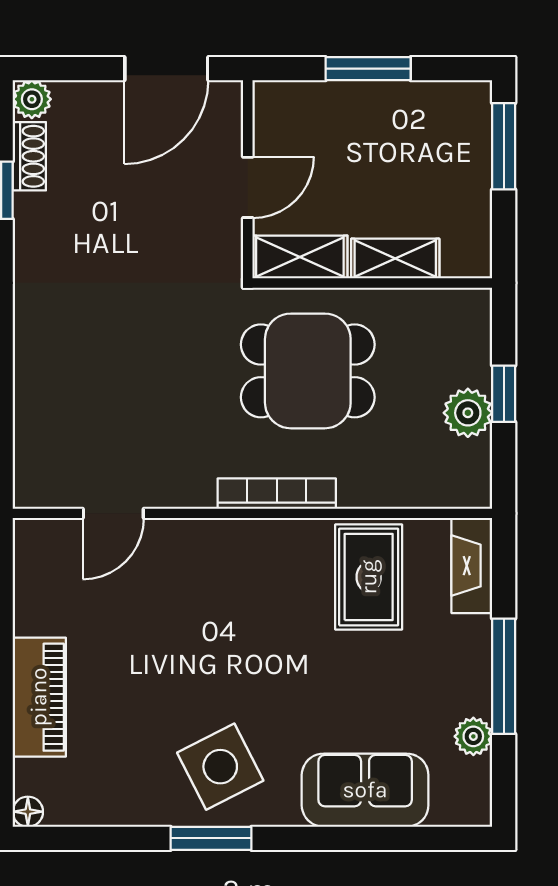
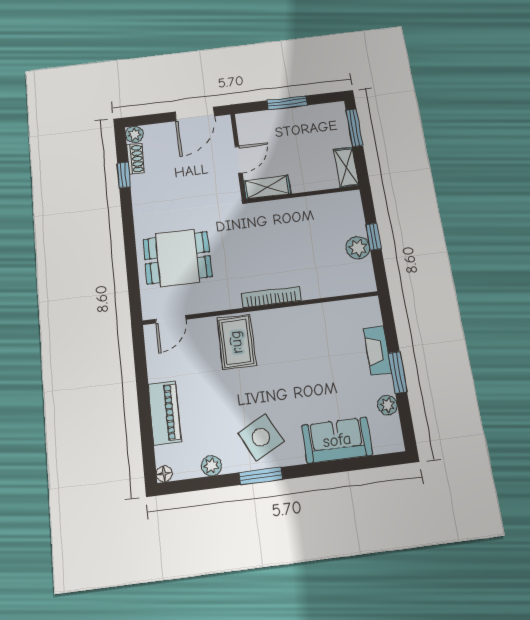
shelving: (395, 258) -> (346, 167), moved, turned 90
dining table: (308, 371) -> (177, 258), moved
door: (113, 513) -> (171, 319), moved
fireplace: (472, 566) -> (377, 350), moved
rug: (369, 577) -> (236, 342), moved
window: (504, 676) -> (398, 372), width x0.69
plant: (119, 808) -> (211, 466), added

